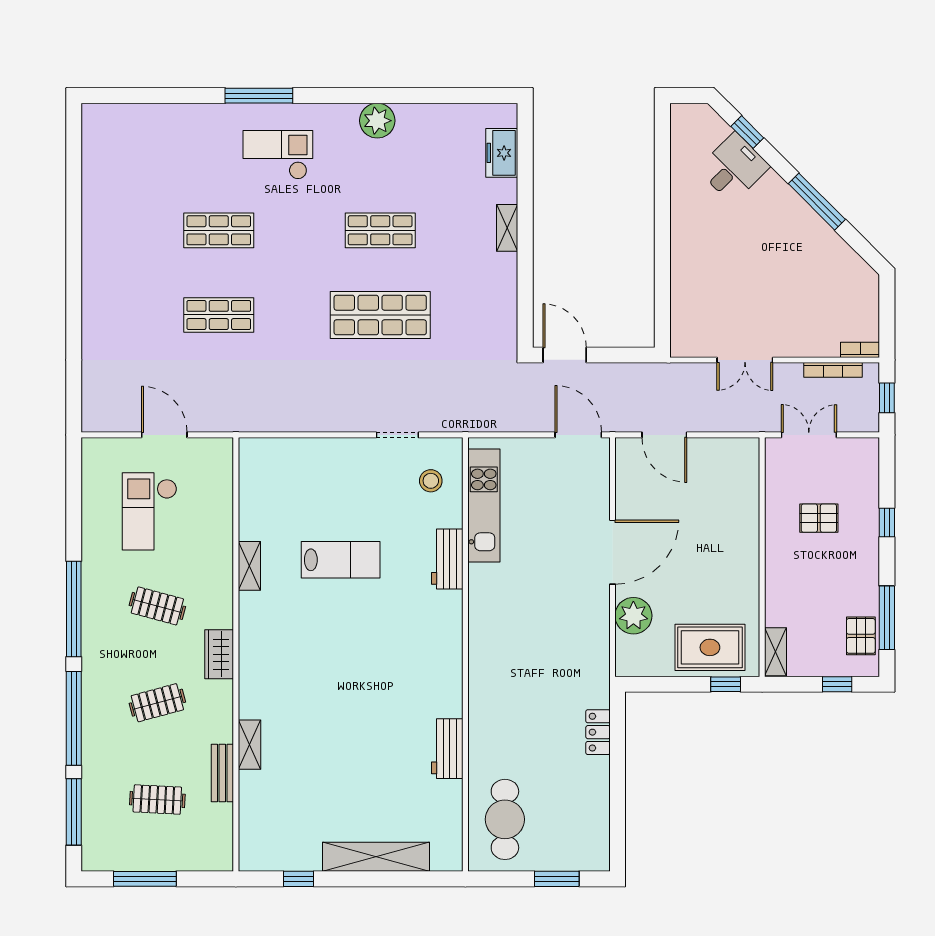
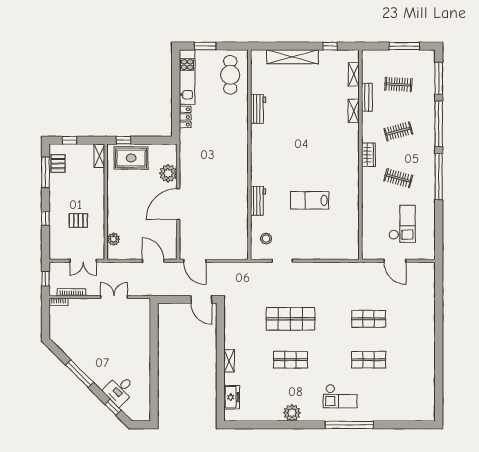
window: (259, 96) -> (349, 425), width x1.46
plant: (746, 480) -> (113, 239), added
kitchen unit: (484, 505) -> (187, 77), moved, turned 180
shelving: (249, 566) -> (354, 74), moved

